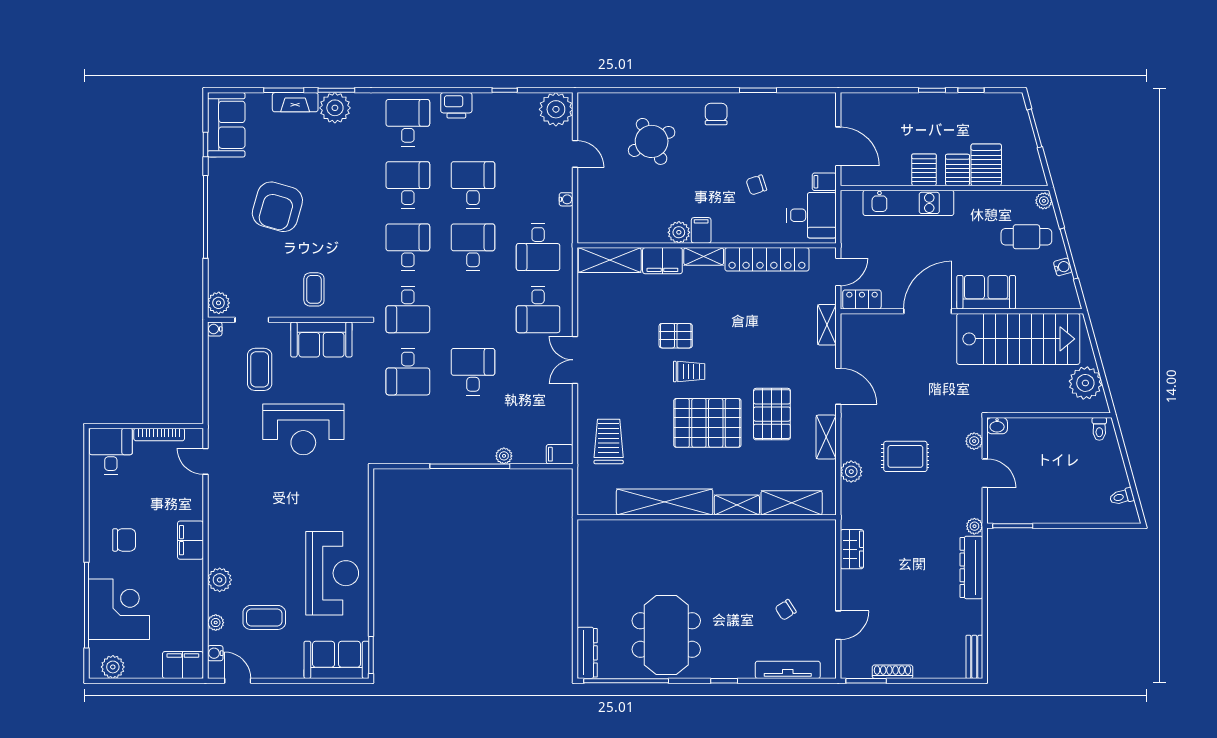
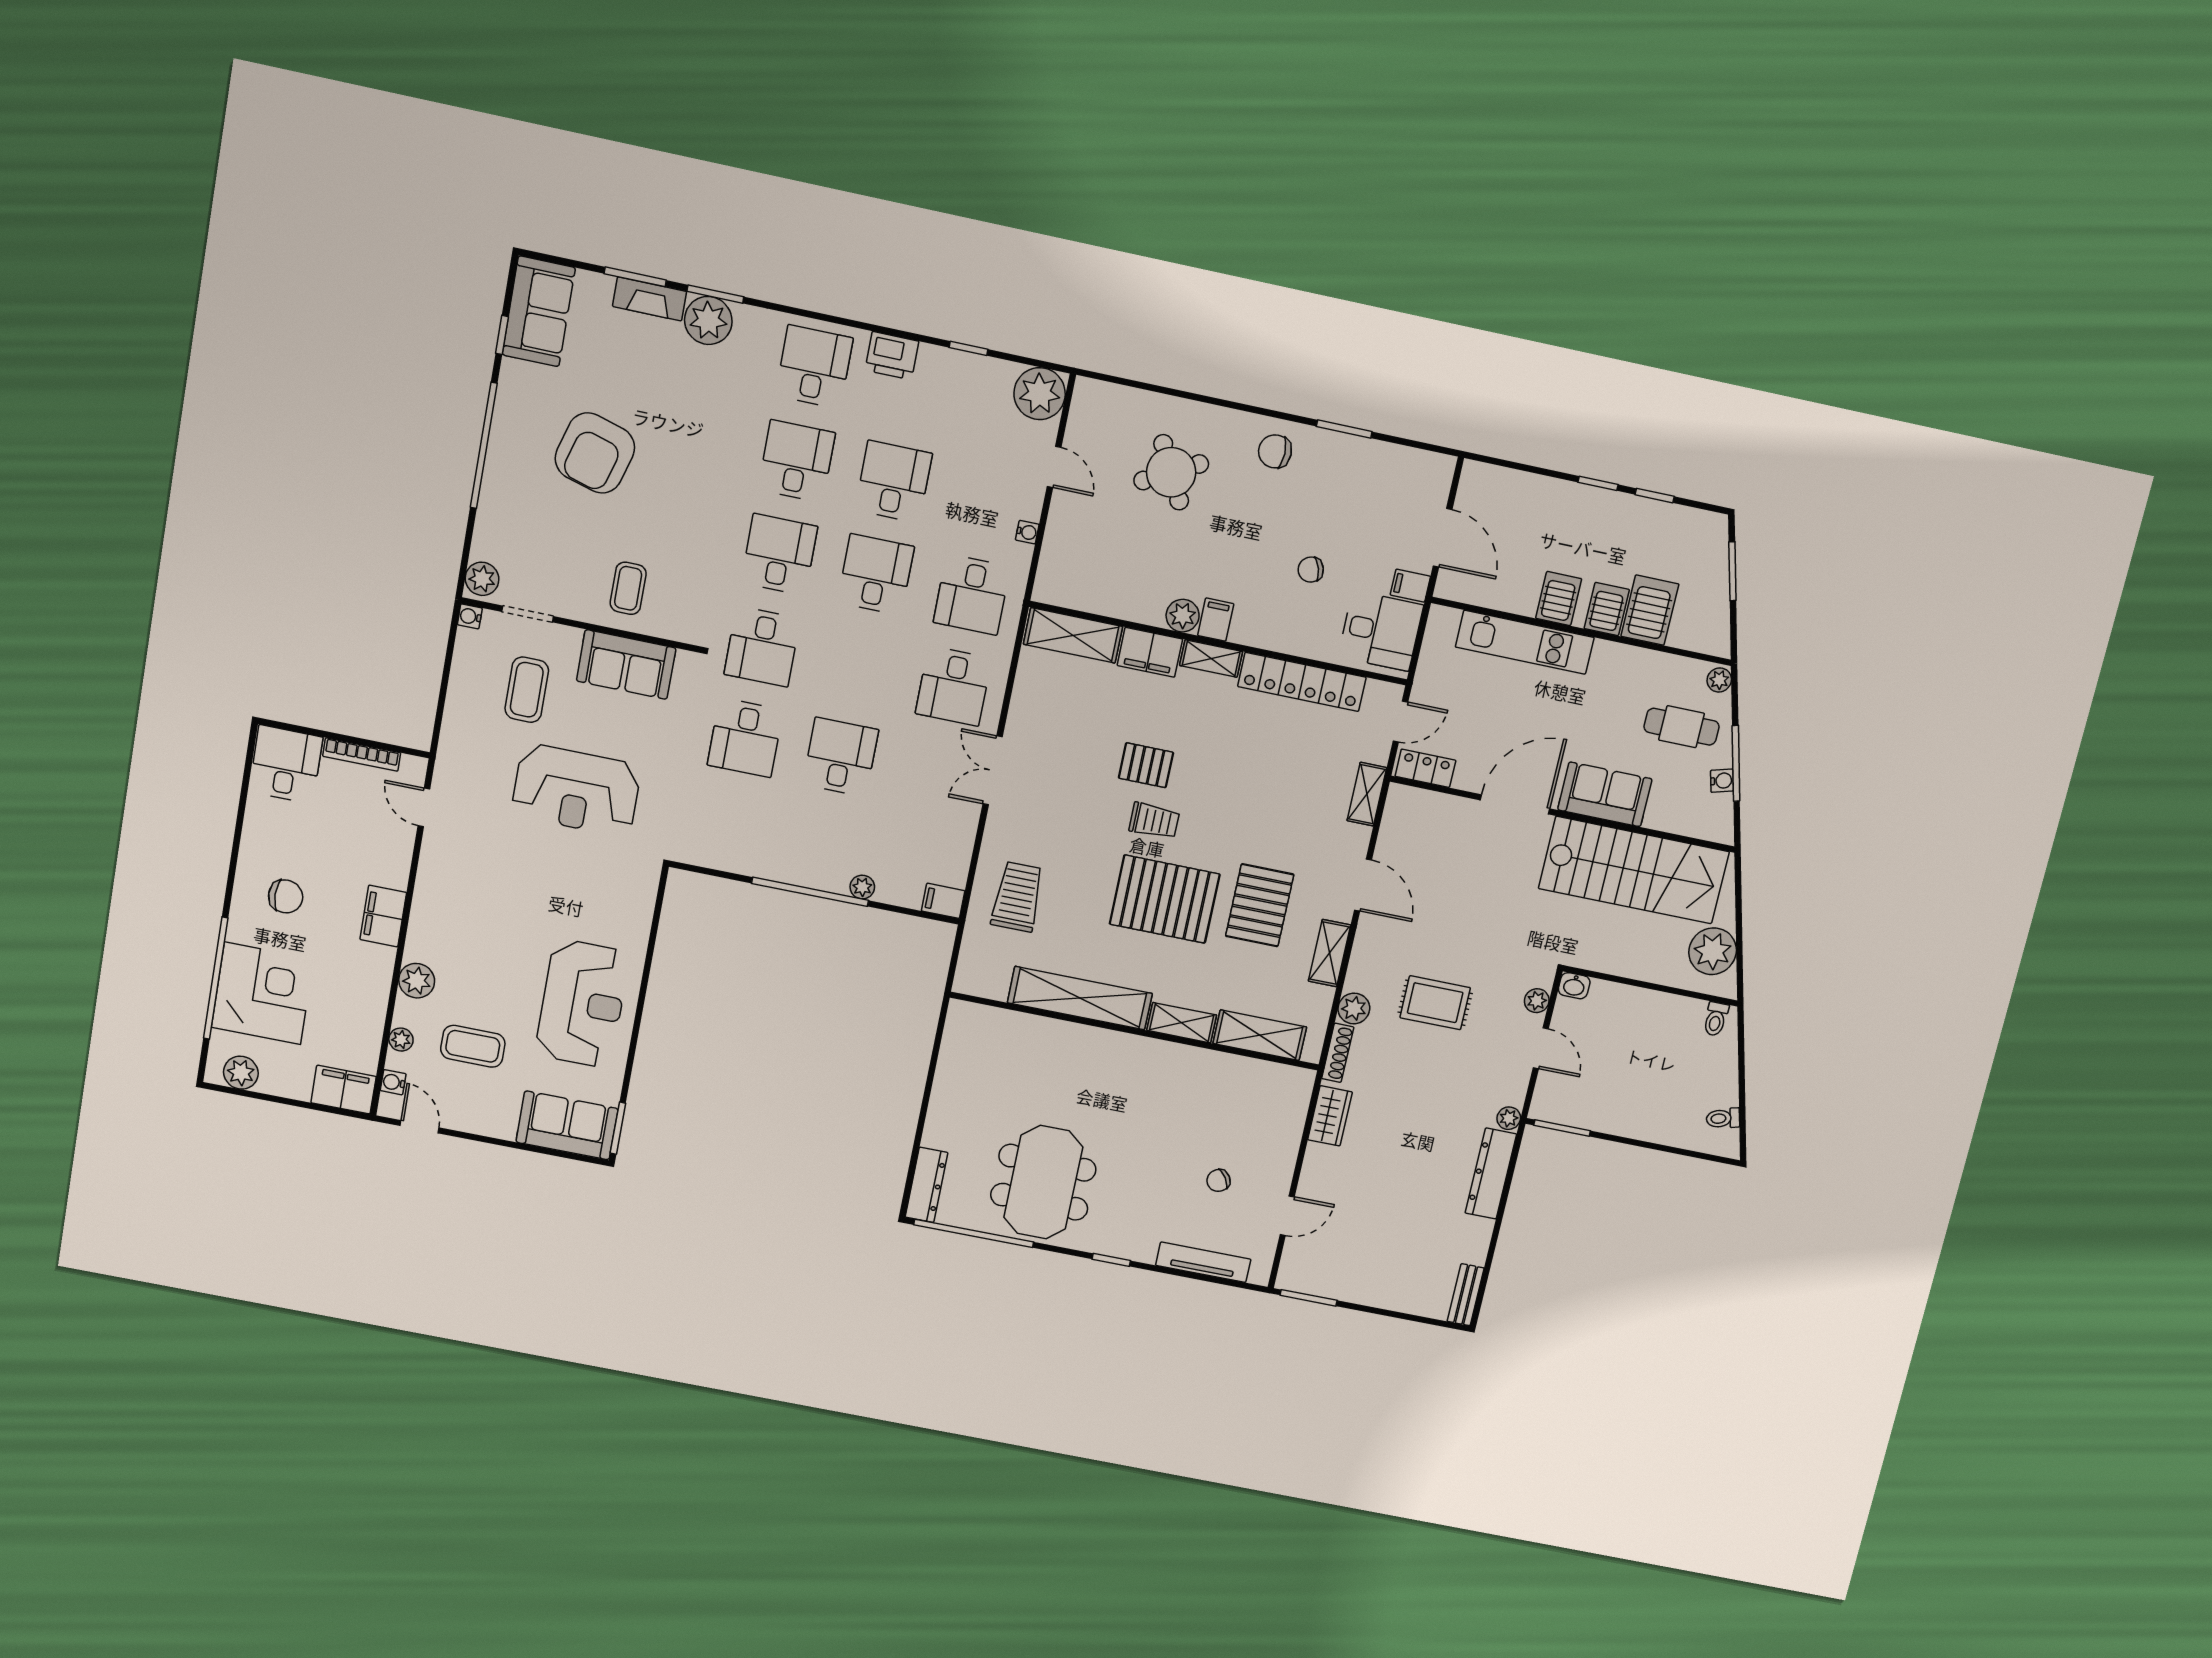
chair: (716, 114) -> (1275, 451), turned -90
shoe rack: (892, 672) -> (1338, 1053), moved, turned 90

